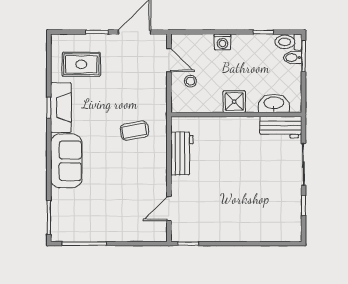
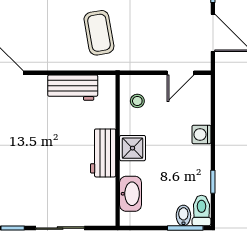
stool: (190, 81) -> (137, 101), moved
workbench: (281, 127) -> (103, 153), moved
coffee table: (134, 131) -> (99, 33), width x1.36, depth x1.30

